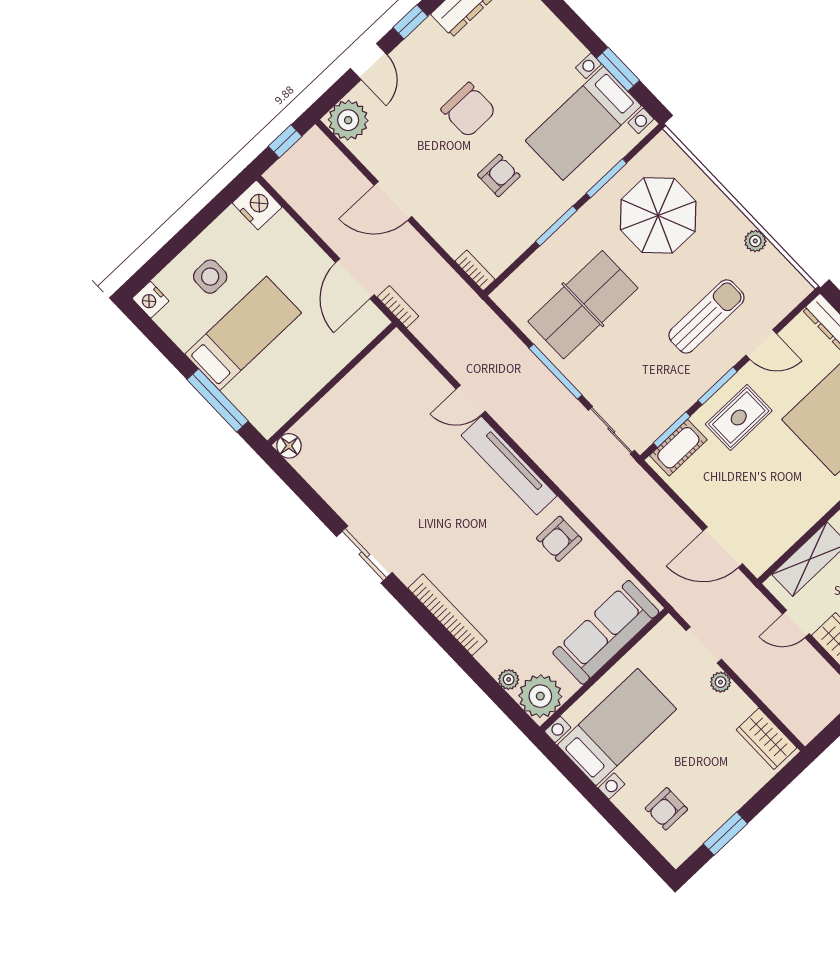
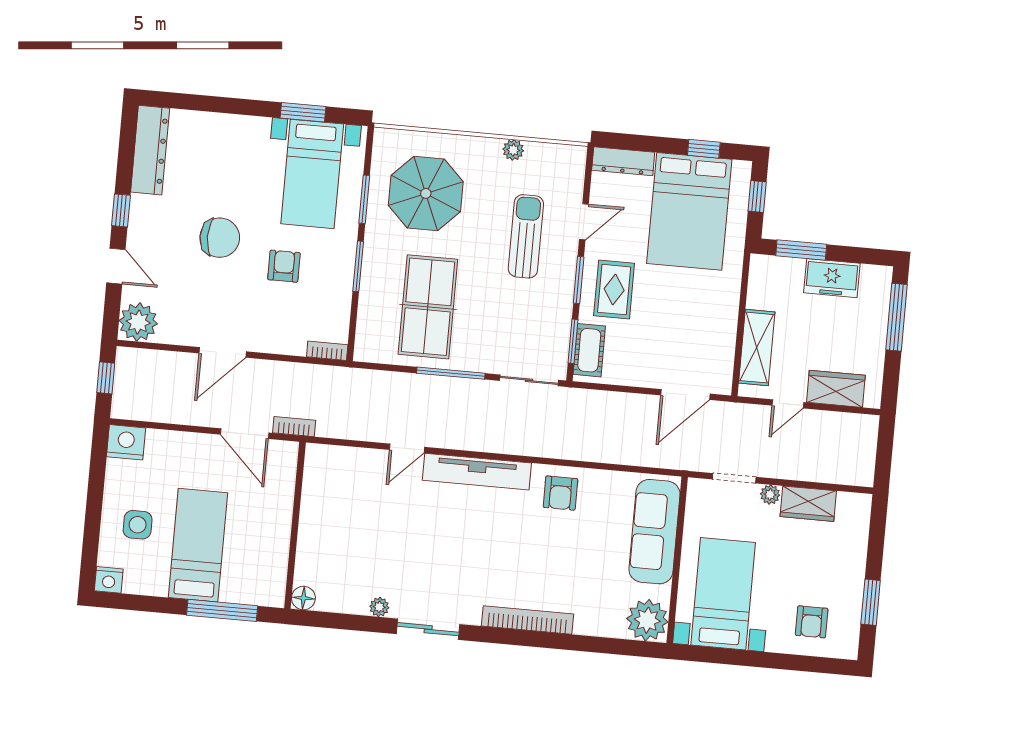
plant: (509, 679) -> (379, 607), moved
wardrobe: (767, 739) -> (808, 504), moved

